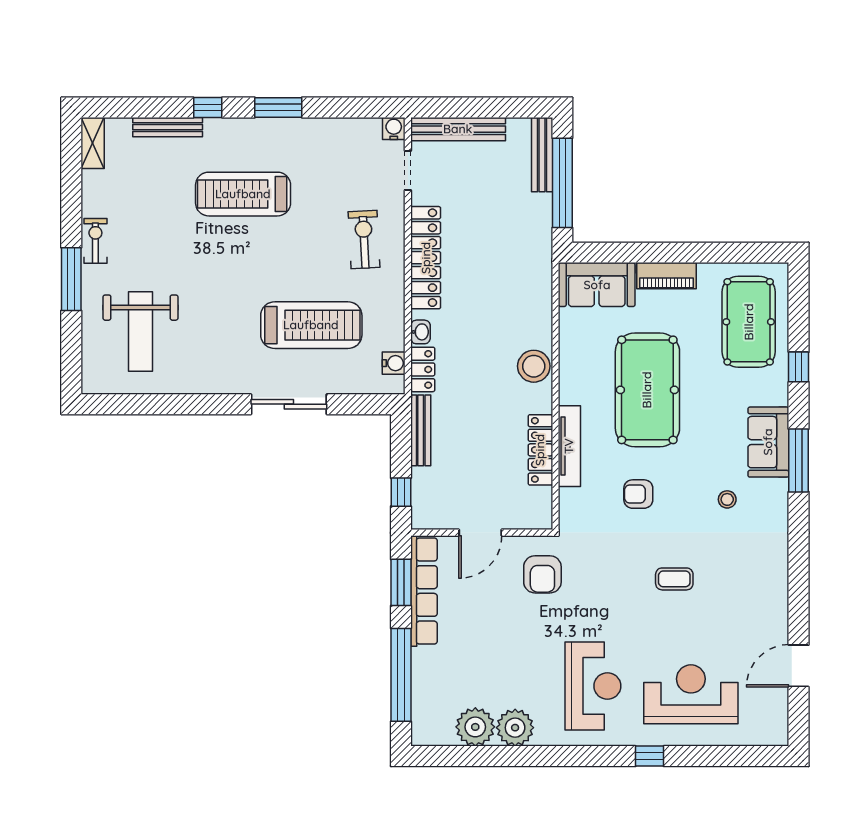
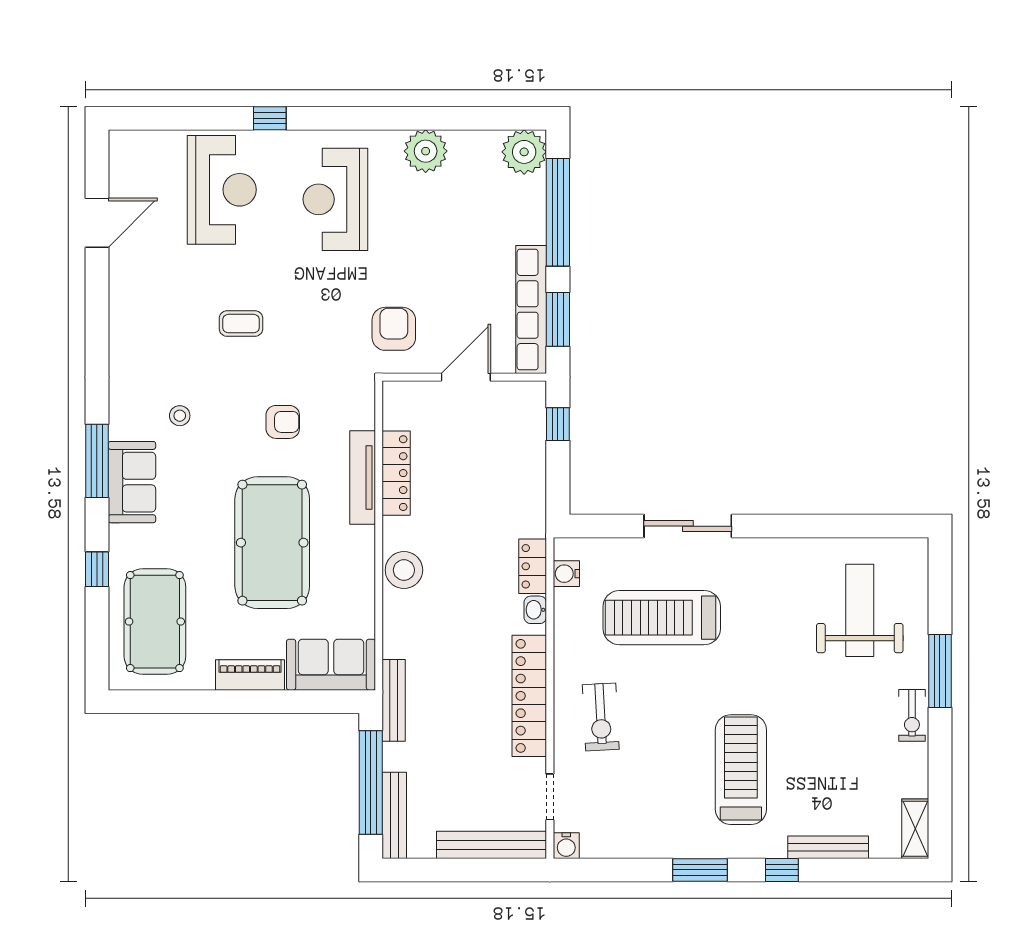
treadmill: (243, 194) -> (741, 770), turned -90
bench: (421, 430) -> (394, 700), moved
reception desk: (691, 694) -> (222, 190), turned -90
plant: (475, 727) -> (524, 152), moved

